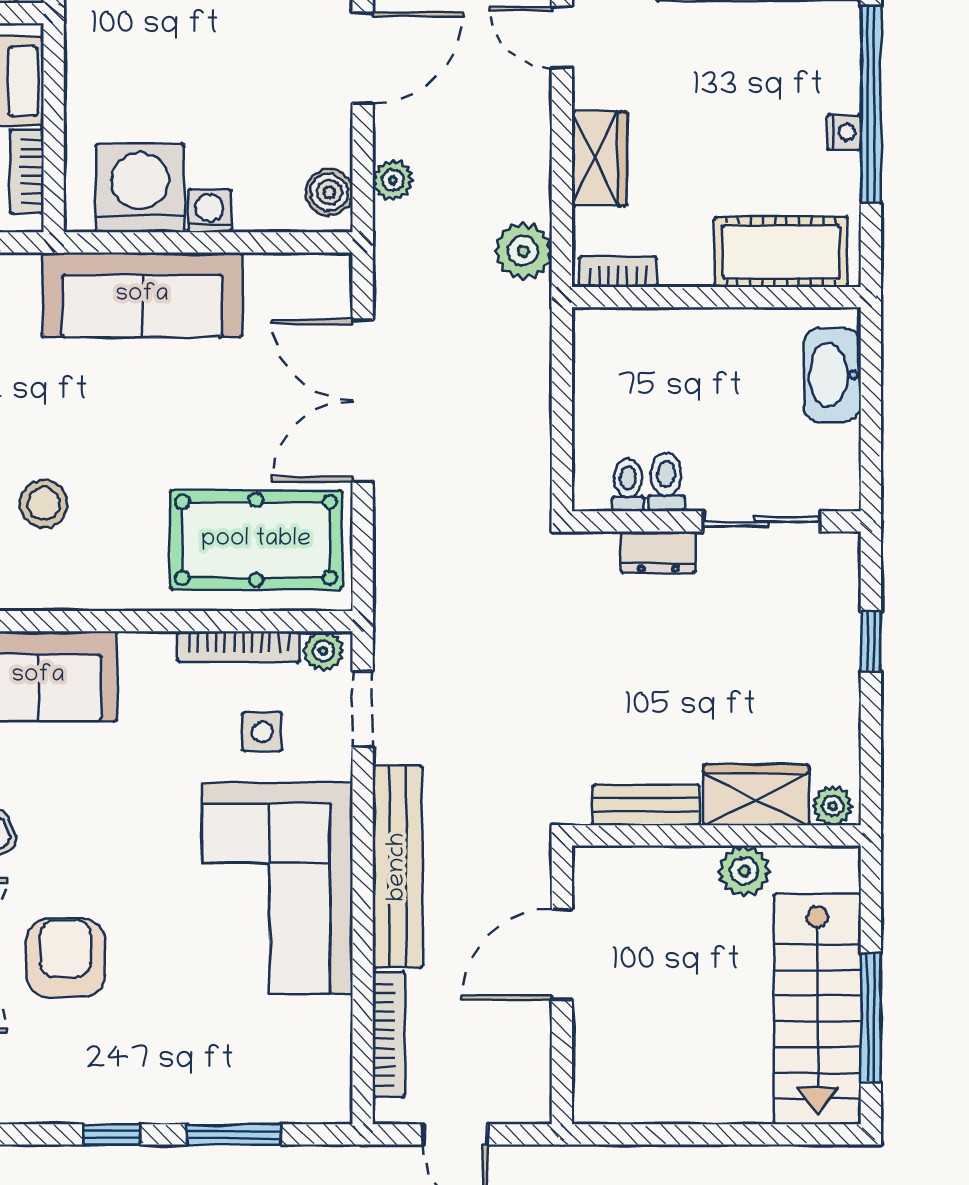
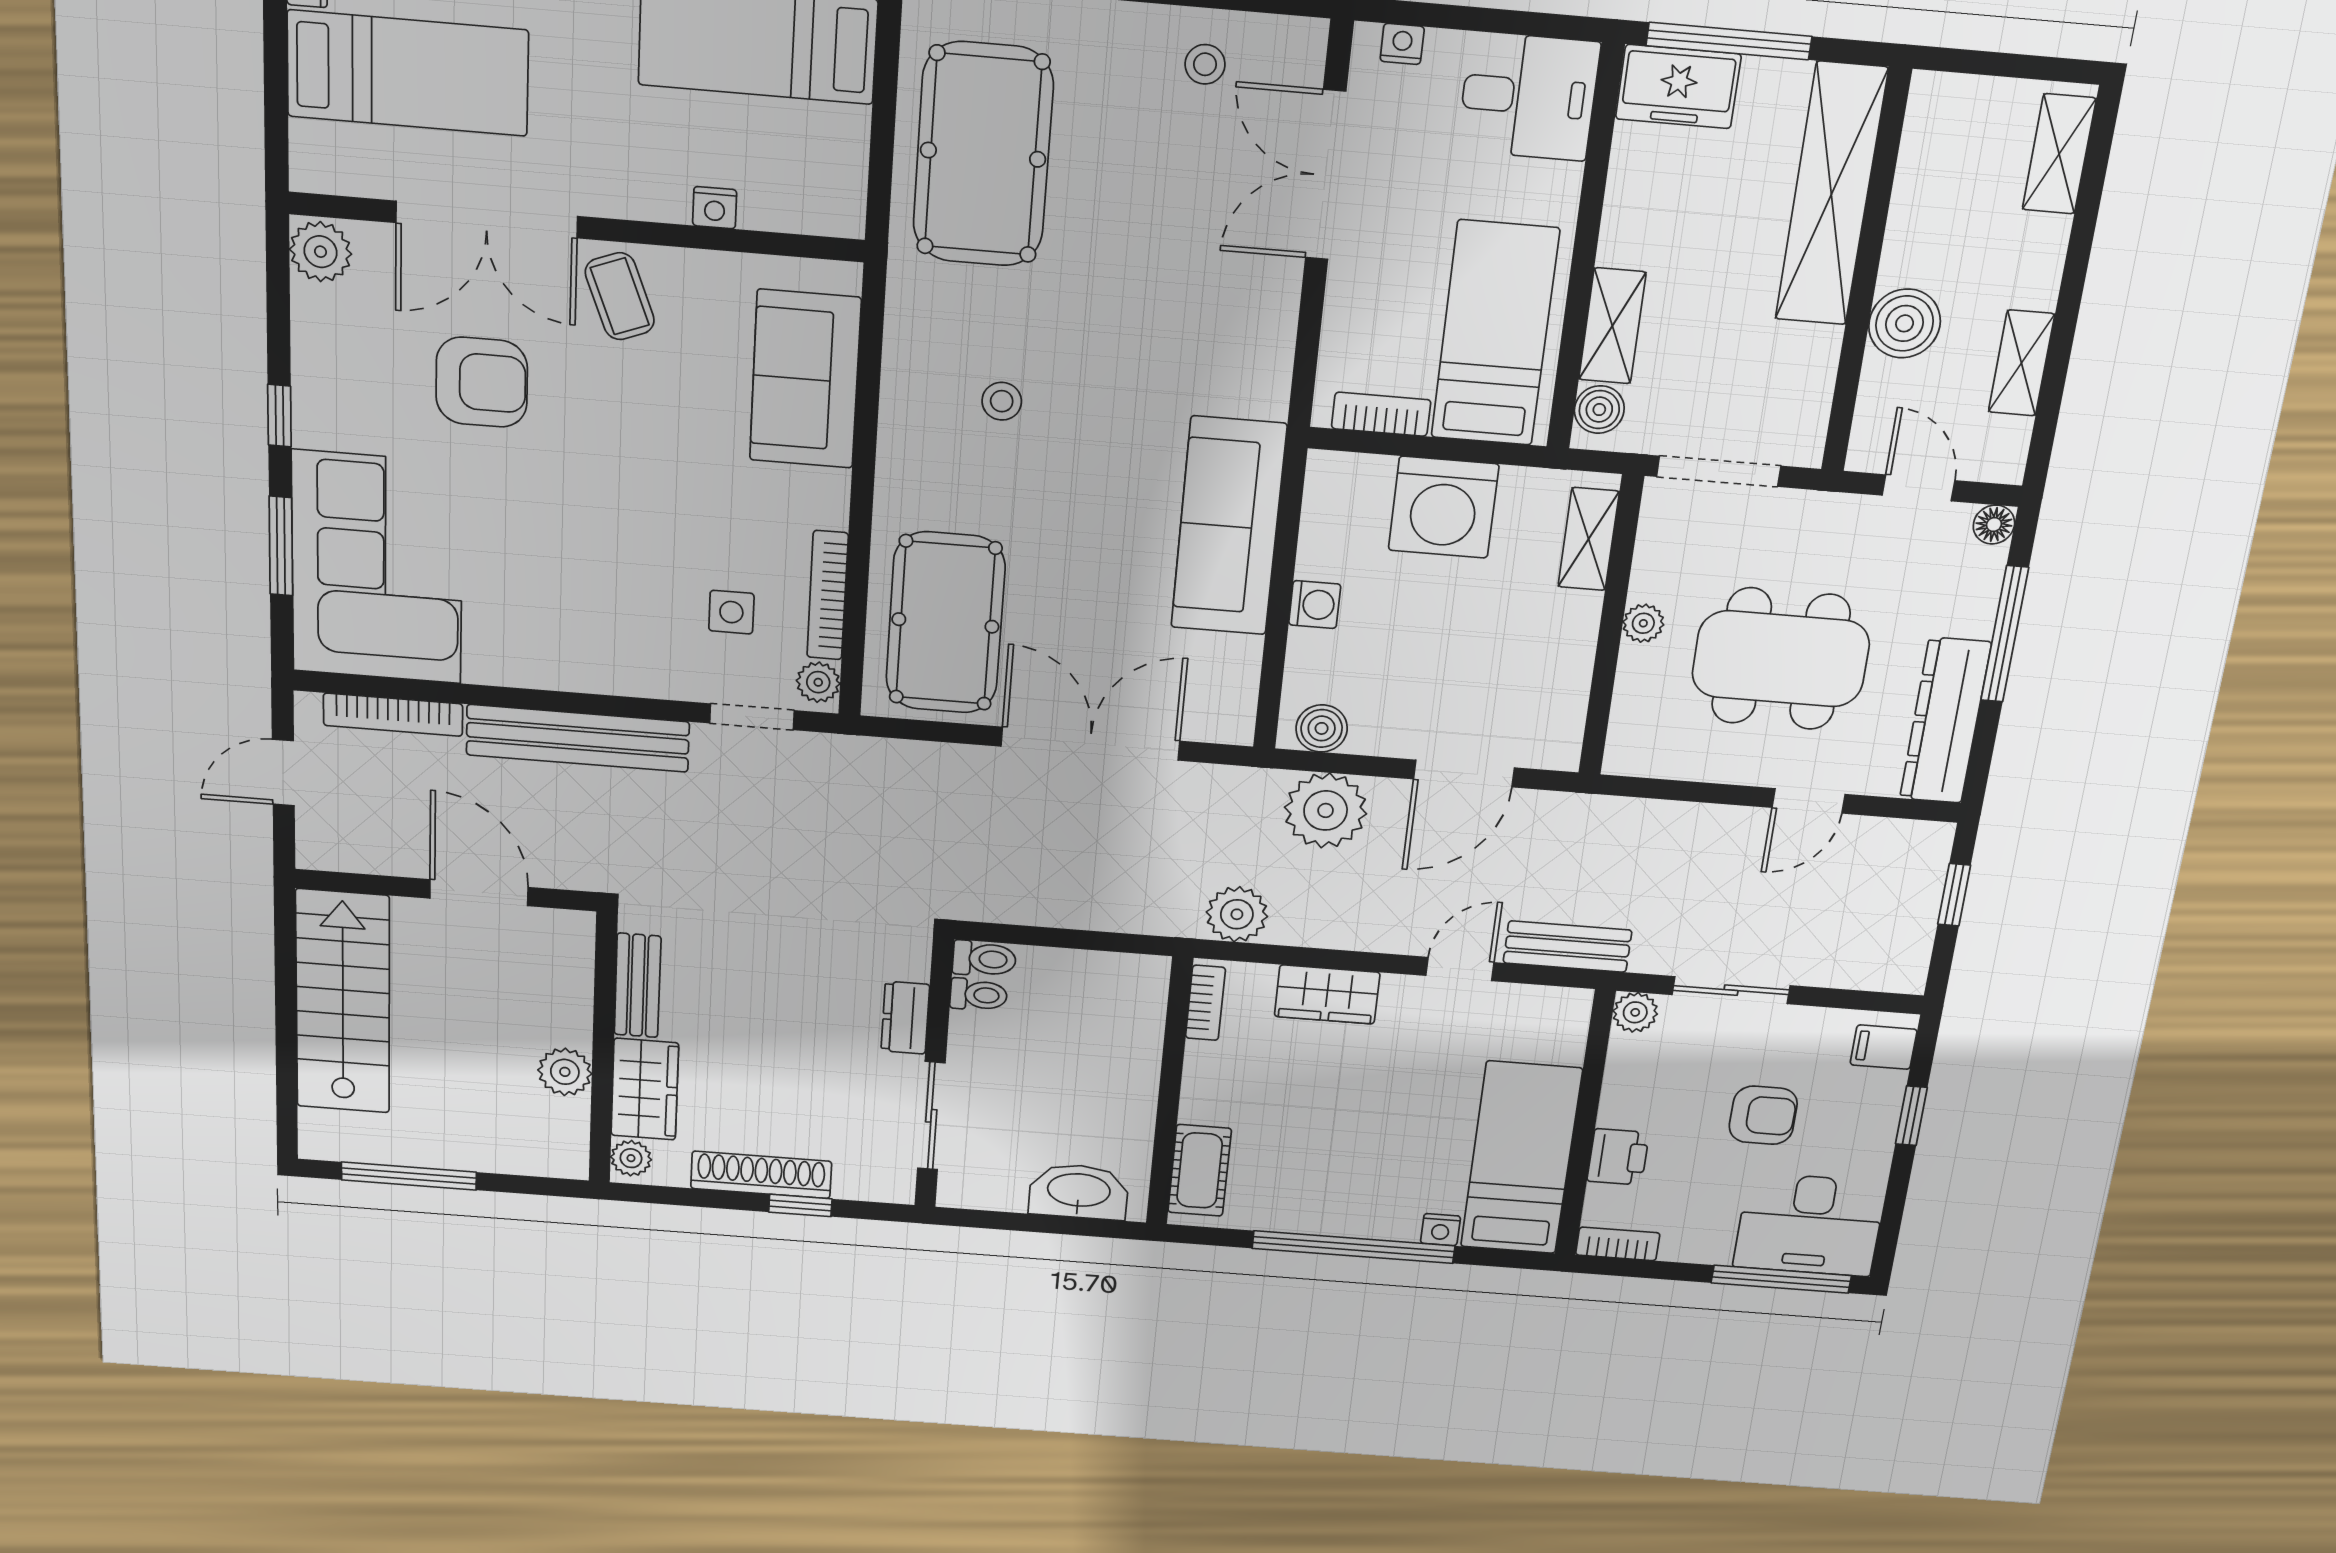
door: (363, 58) -> (1464, 773), hinge flipped
nightstand: (844, 132) -> (1440, 1230), moved
plant: (393, 180) -> (1326, 810), width x1.88, depth x1.88
washing machine: (140, 188) -> (1444, 507), moved, turned 90
cot: (781, 252) -> (1200, 1170), width x0.73, depth x0.75
toilet: (666, 482) -> (984, 959), moved
stool: (44, 504) -> (1002, 401), width x0.73, depth x0.73
shoe rack: (840, 681) -> (761, 1175), added
corner sofa: (277, 888) -> (377, 568), moved, turned 90
stairs: (817, 1009) -> (343, 1002), moved, turned 90

